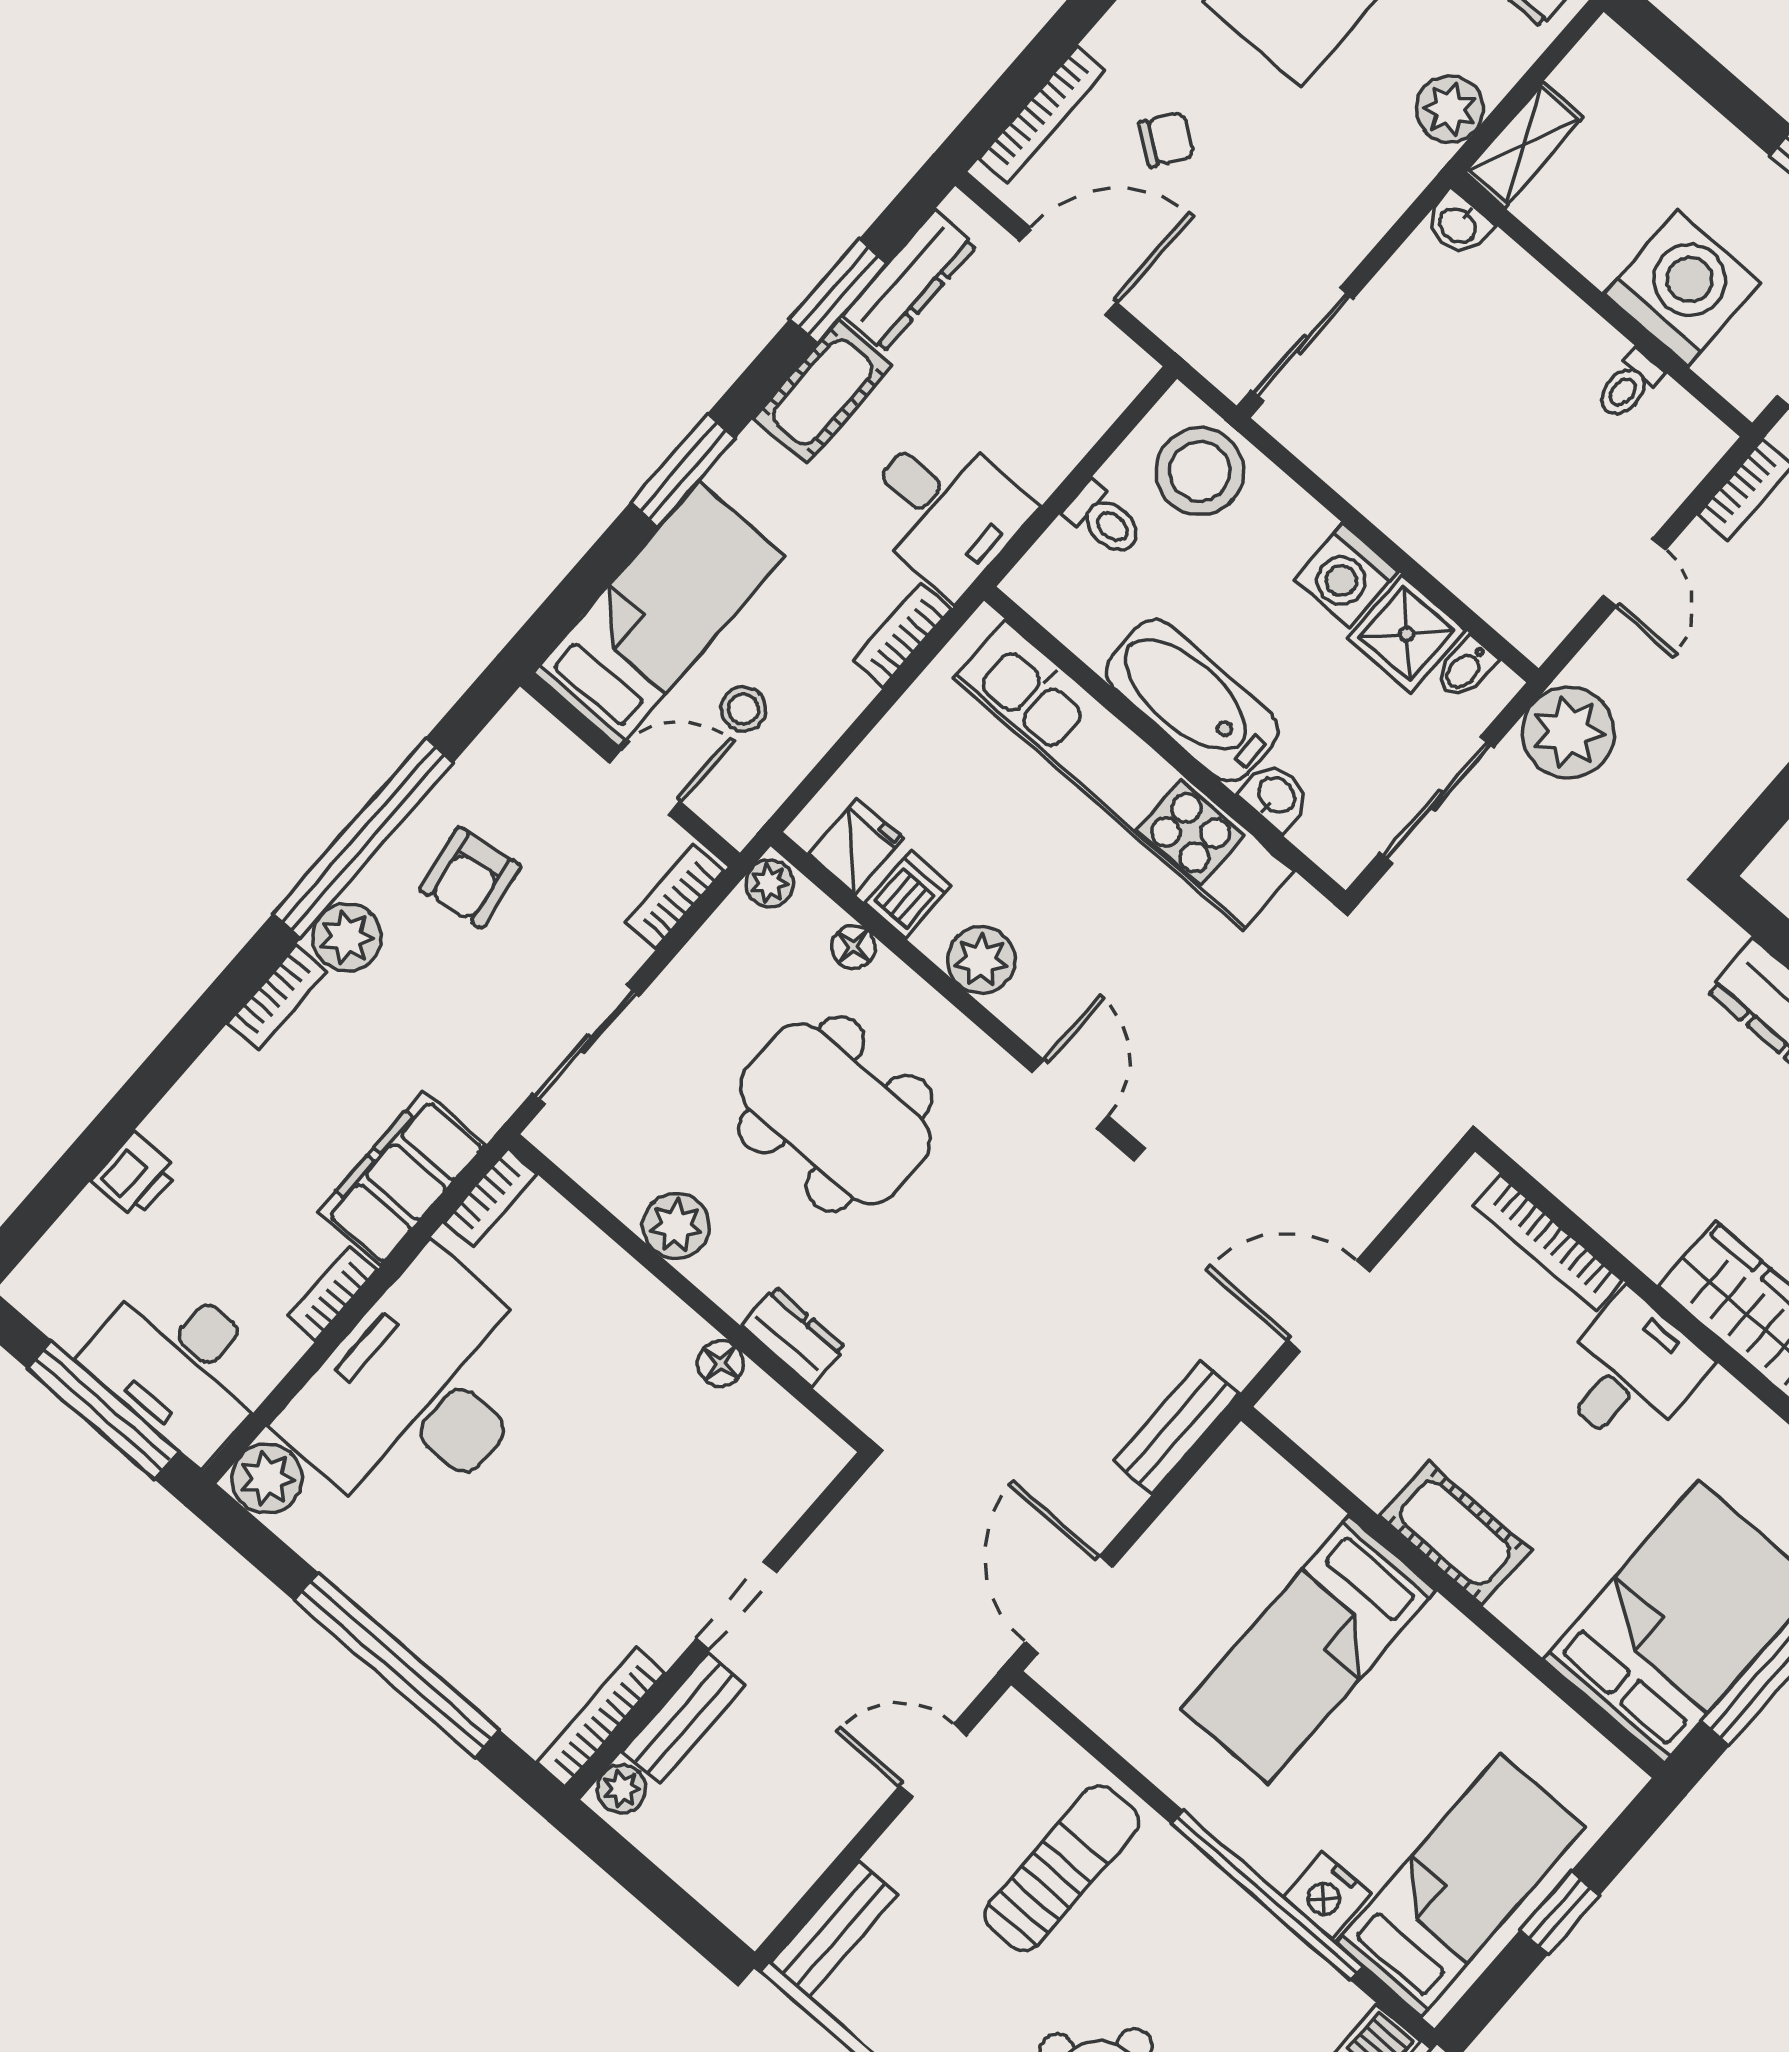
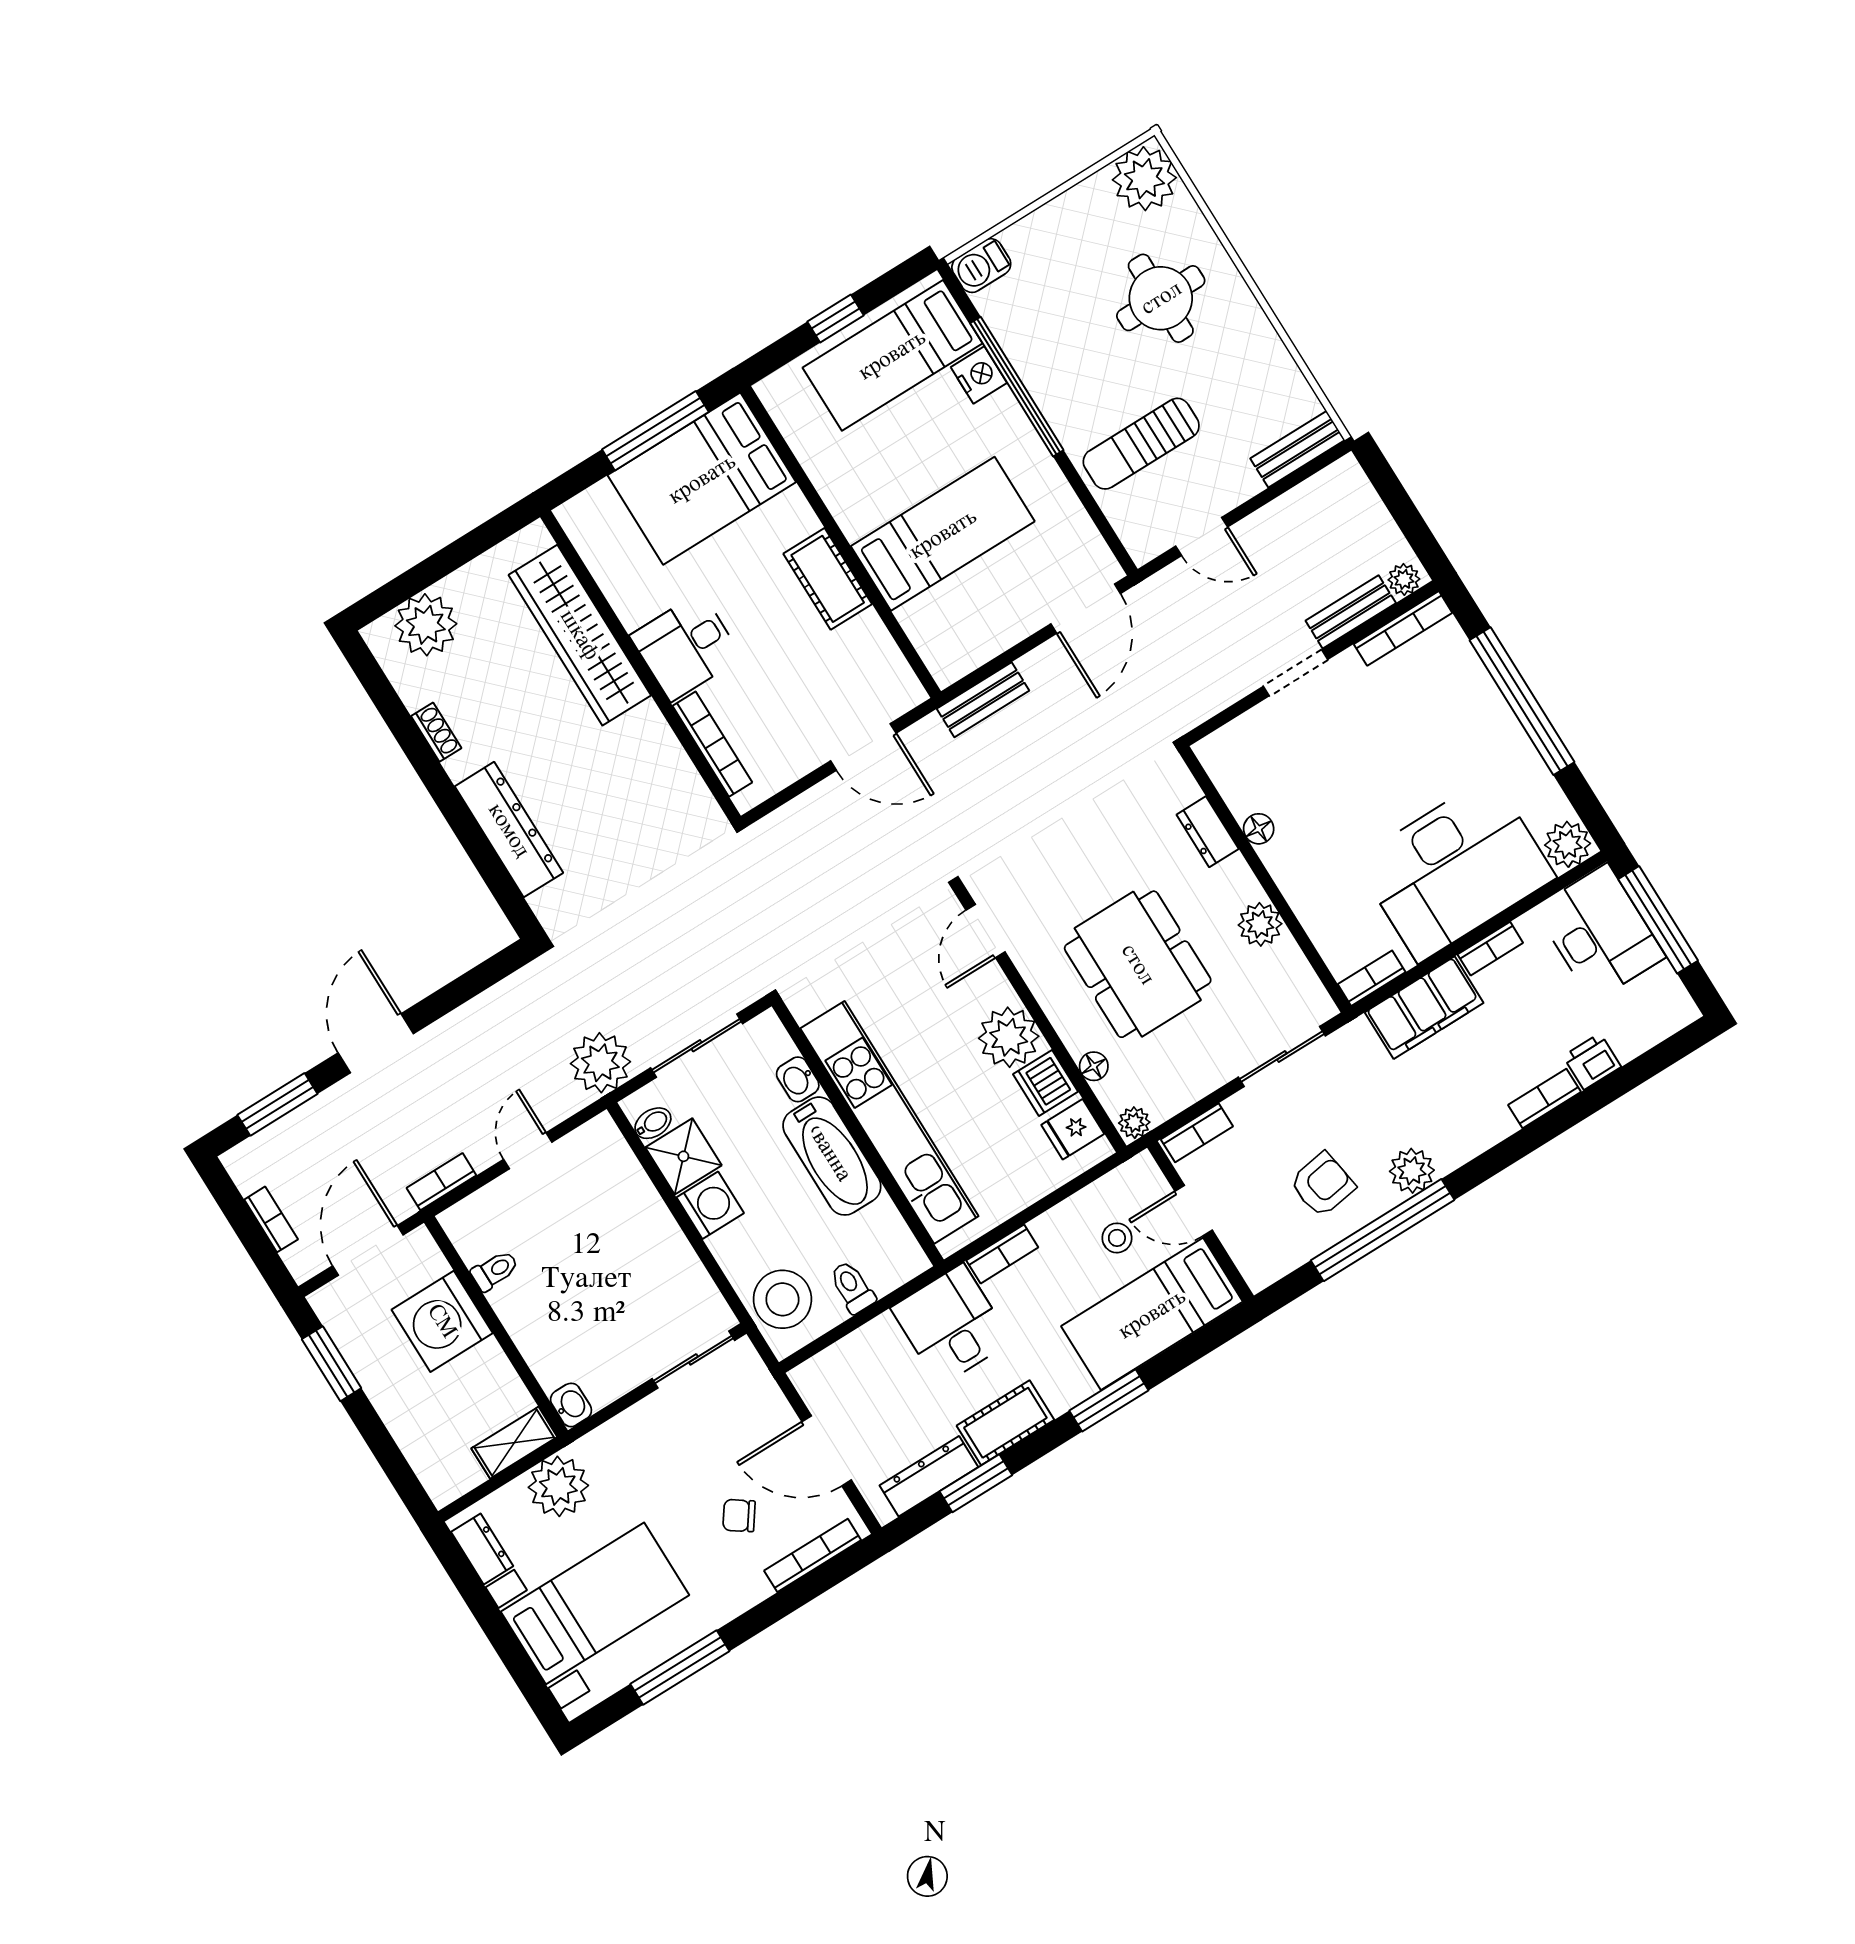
plant: (1450, 109) -> (558, 1486), width x1.36, depth x1.36
dishwasher: (908, 894) -> (1045, 1083), width x1.38
plant: (981, 960) -> (1009, 1037), width x1.36, depth x1.36
bookcase: (277, 997) -> (1544, 1098), moved

